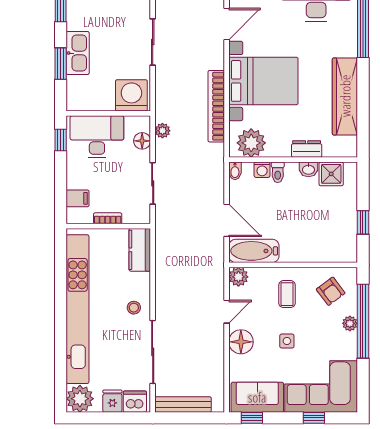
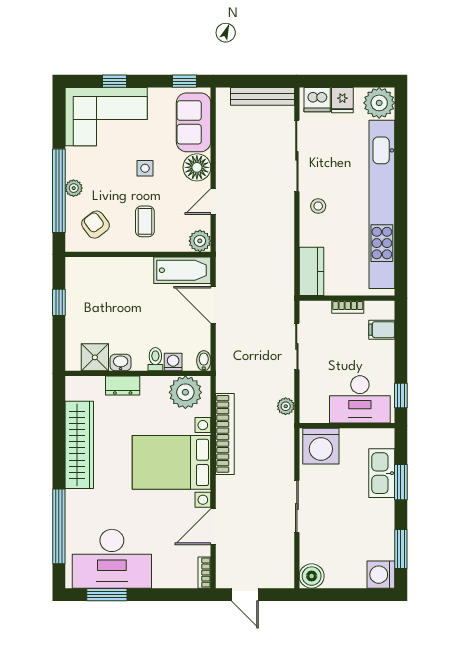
kitchen sink: (78, 53) -> (382, 473), moved
floor lamp: (142, 141) -> (309, 395), removed
sofa: (257, 397) -> (194, 122), moved, turned 90

